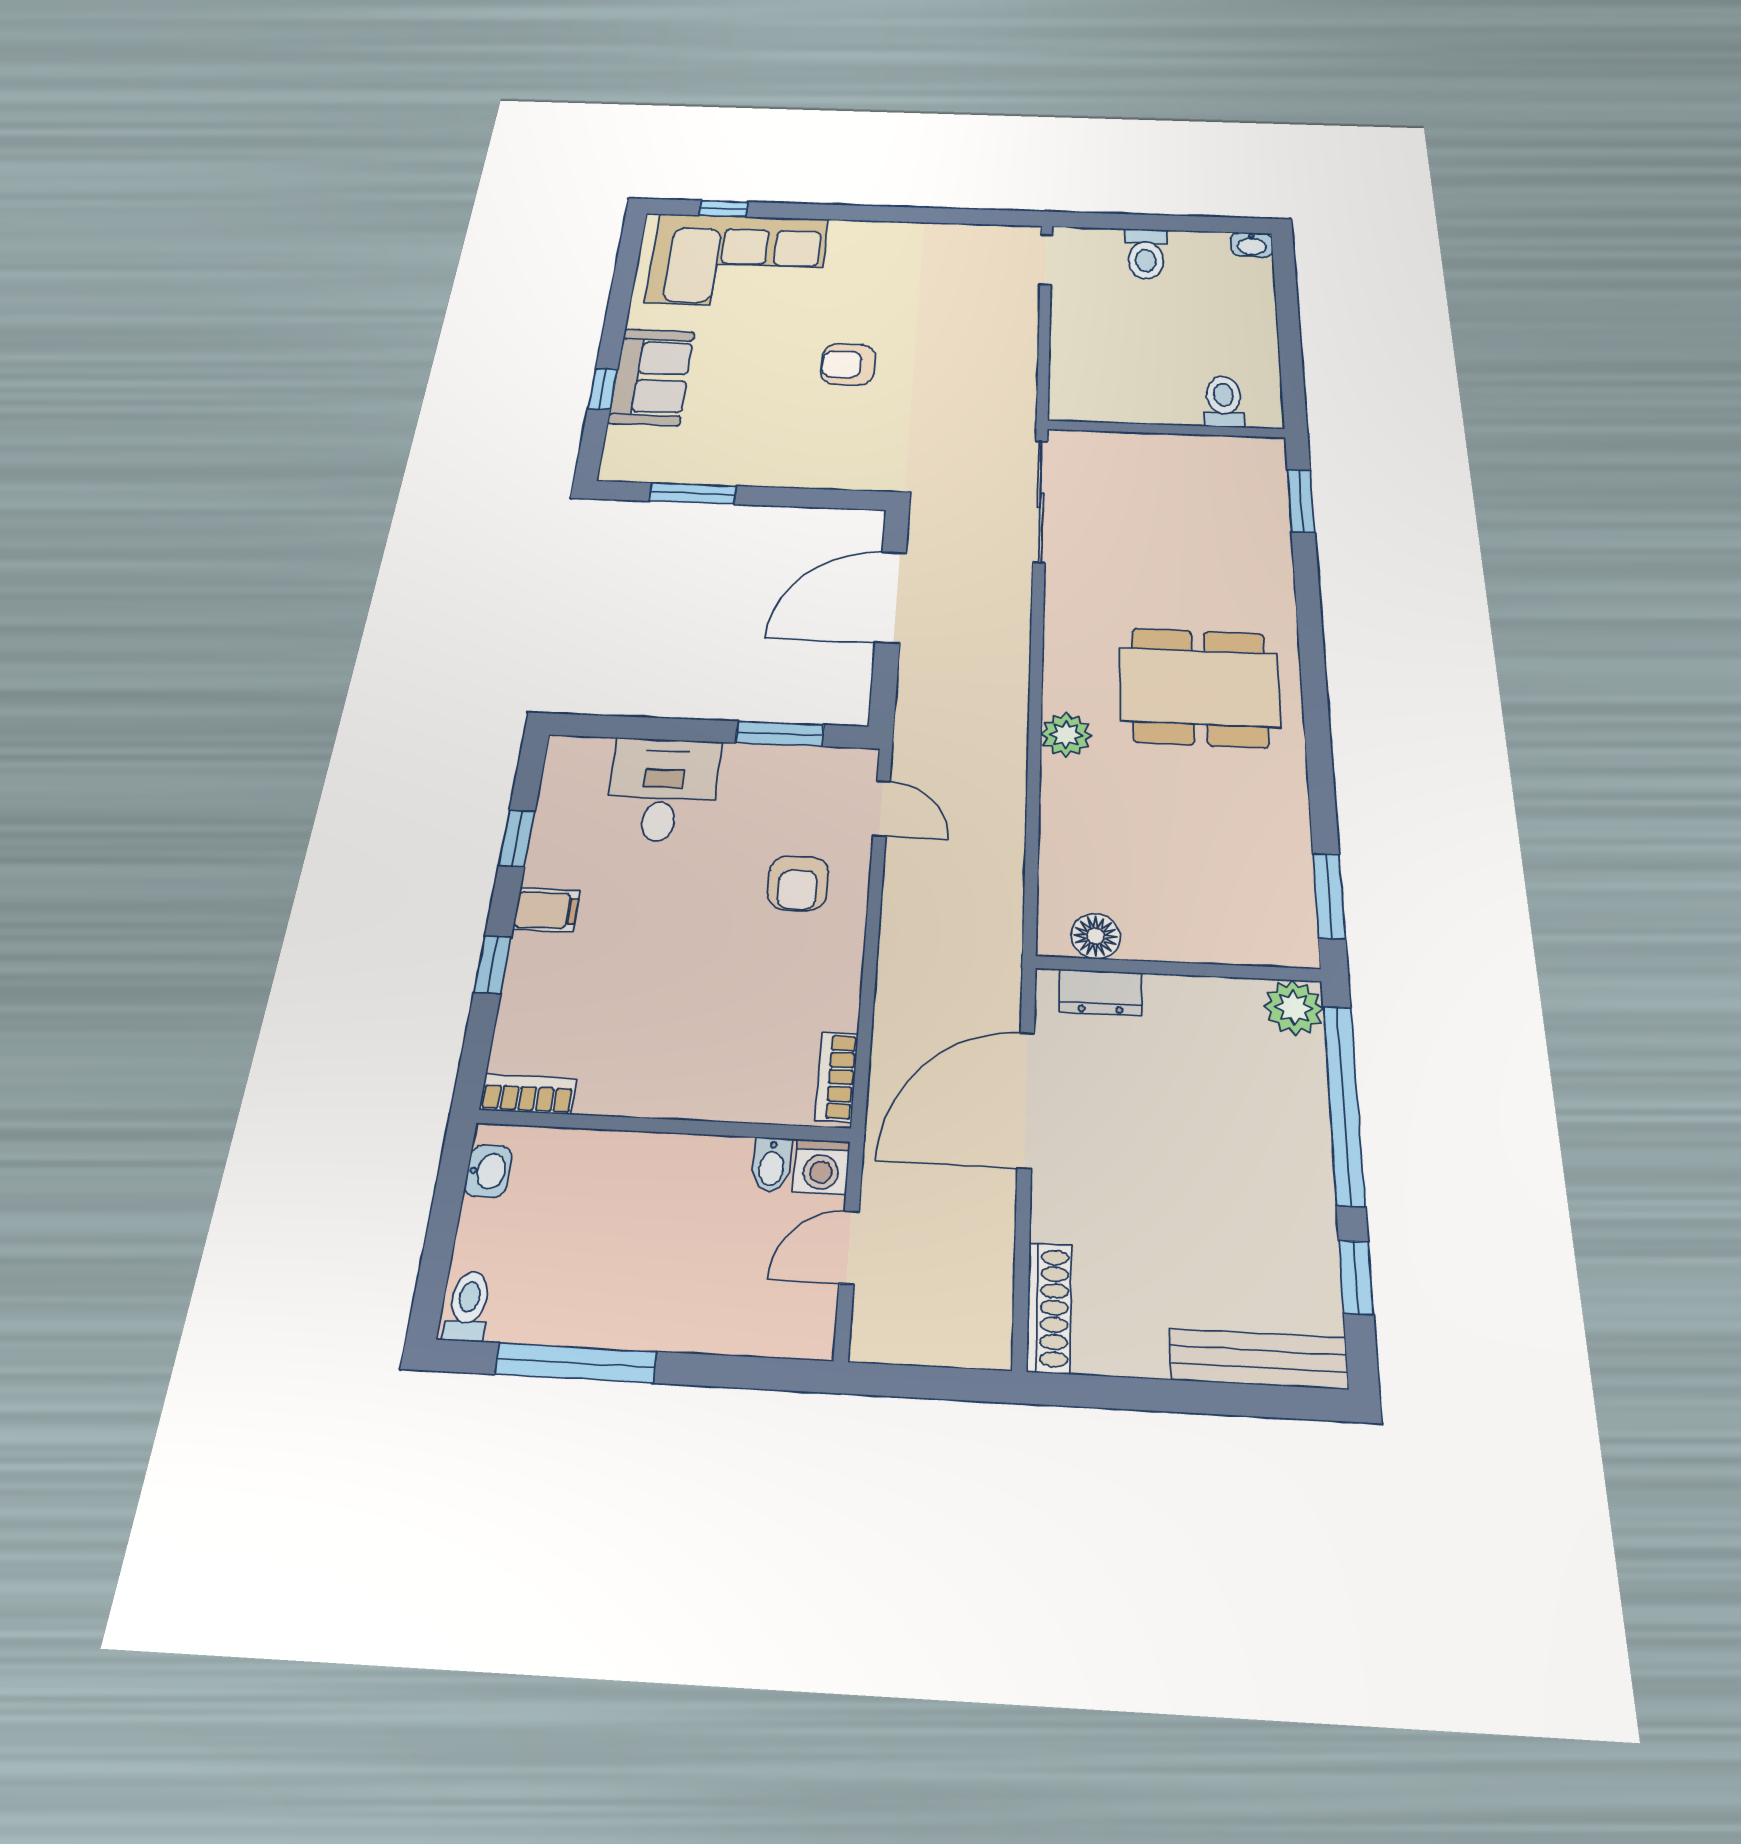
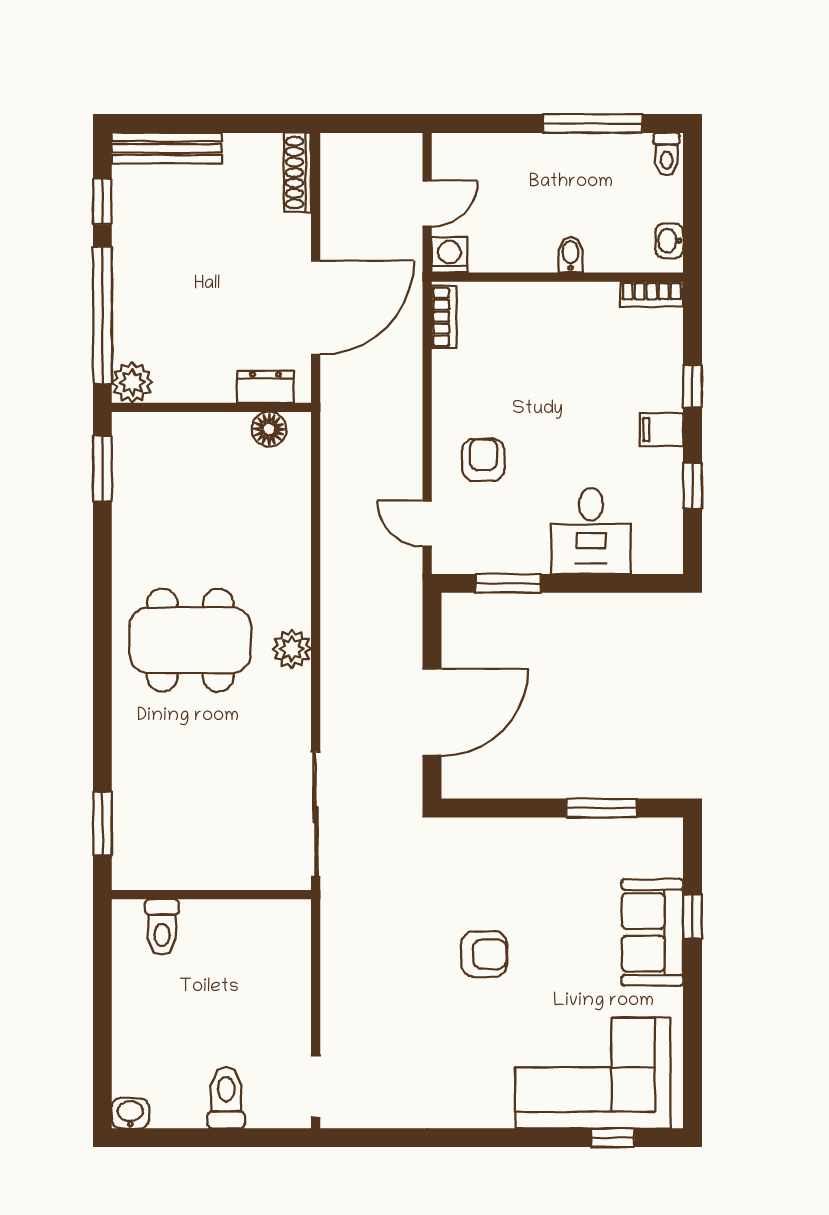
plant: (1066, 735) -> (292, 649), moved
bidet: (772, 1165) -> (571, 255), moved

